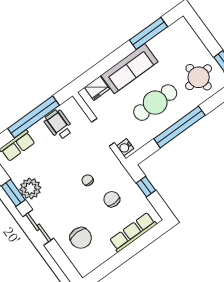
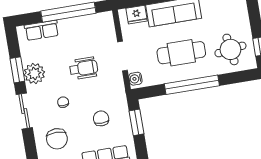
wheelchair: (58, 125) -> (84, 68), moved, turned 90
chair: (88, 180) -> (63, 102), moved
window: (146, 187) -> (136, 122), width x1.50

